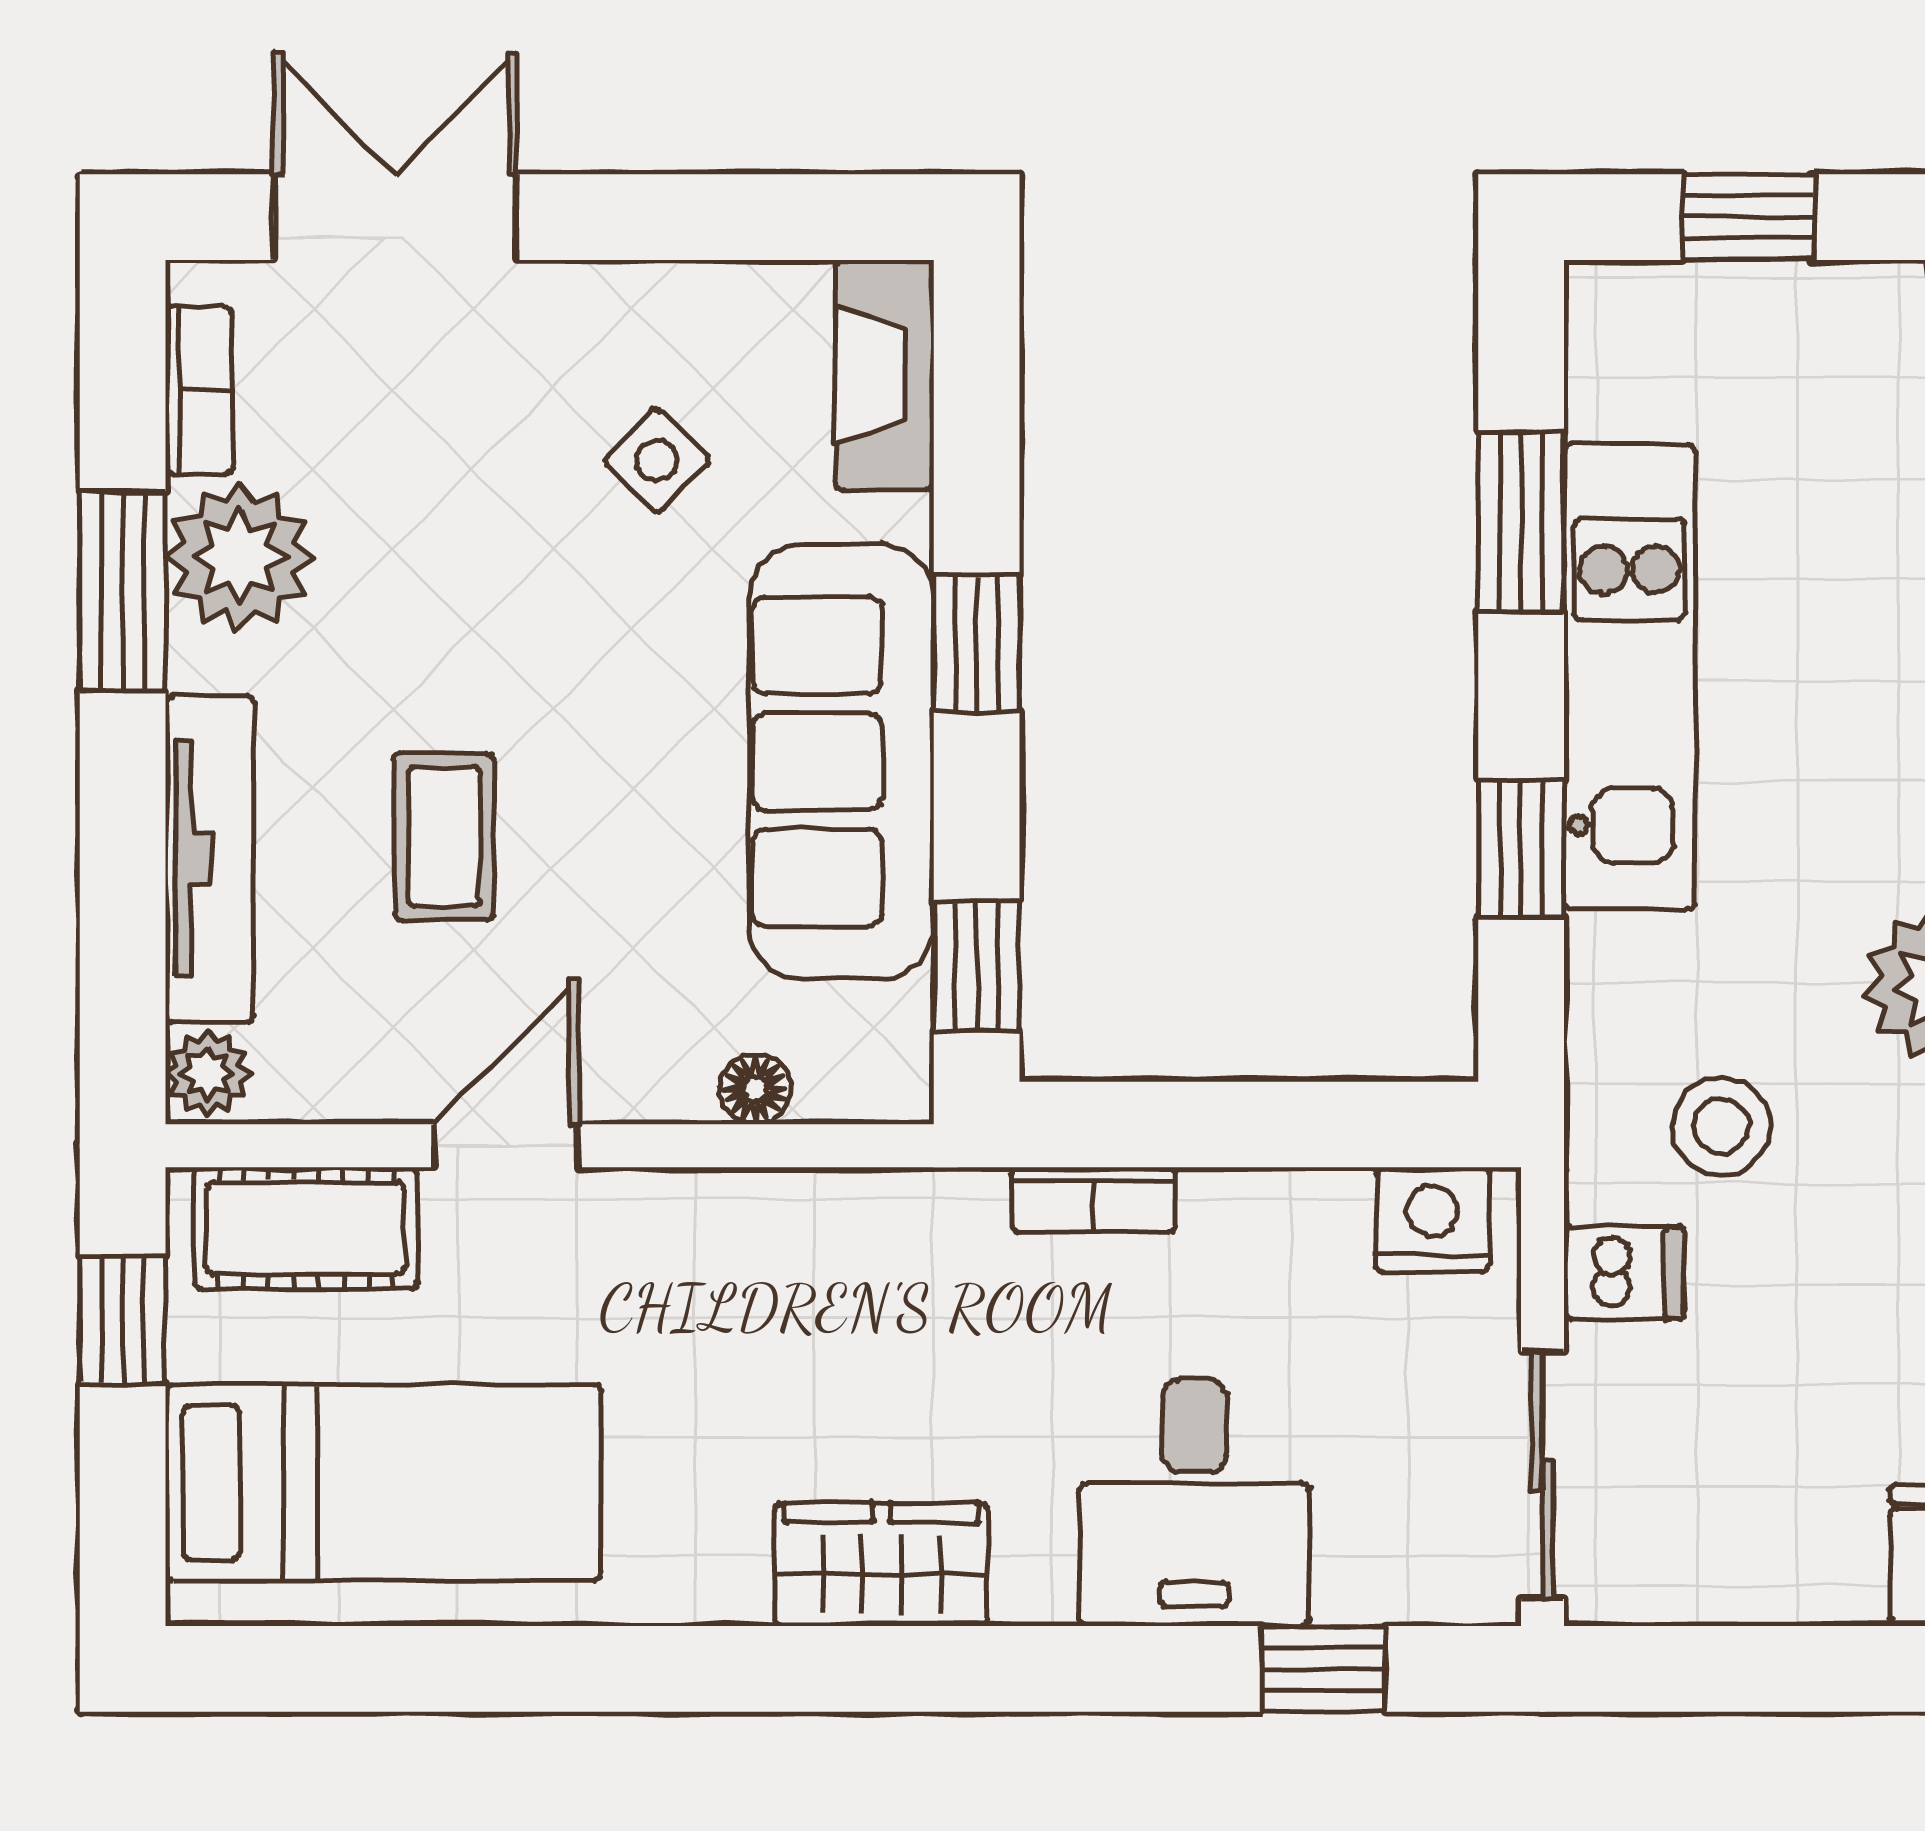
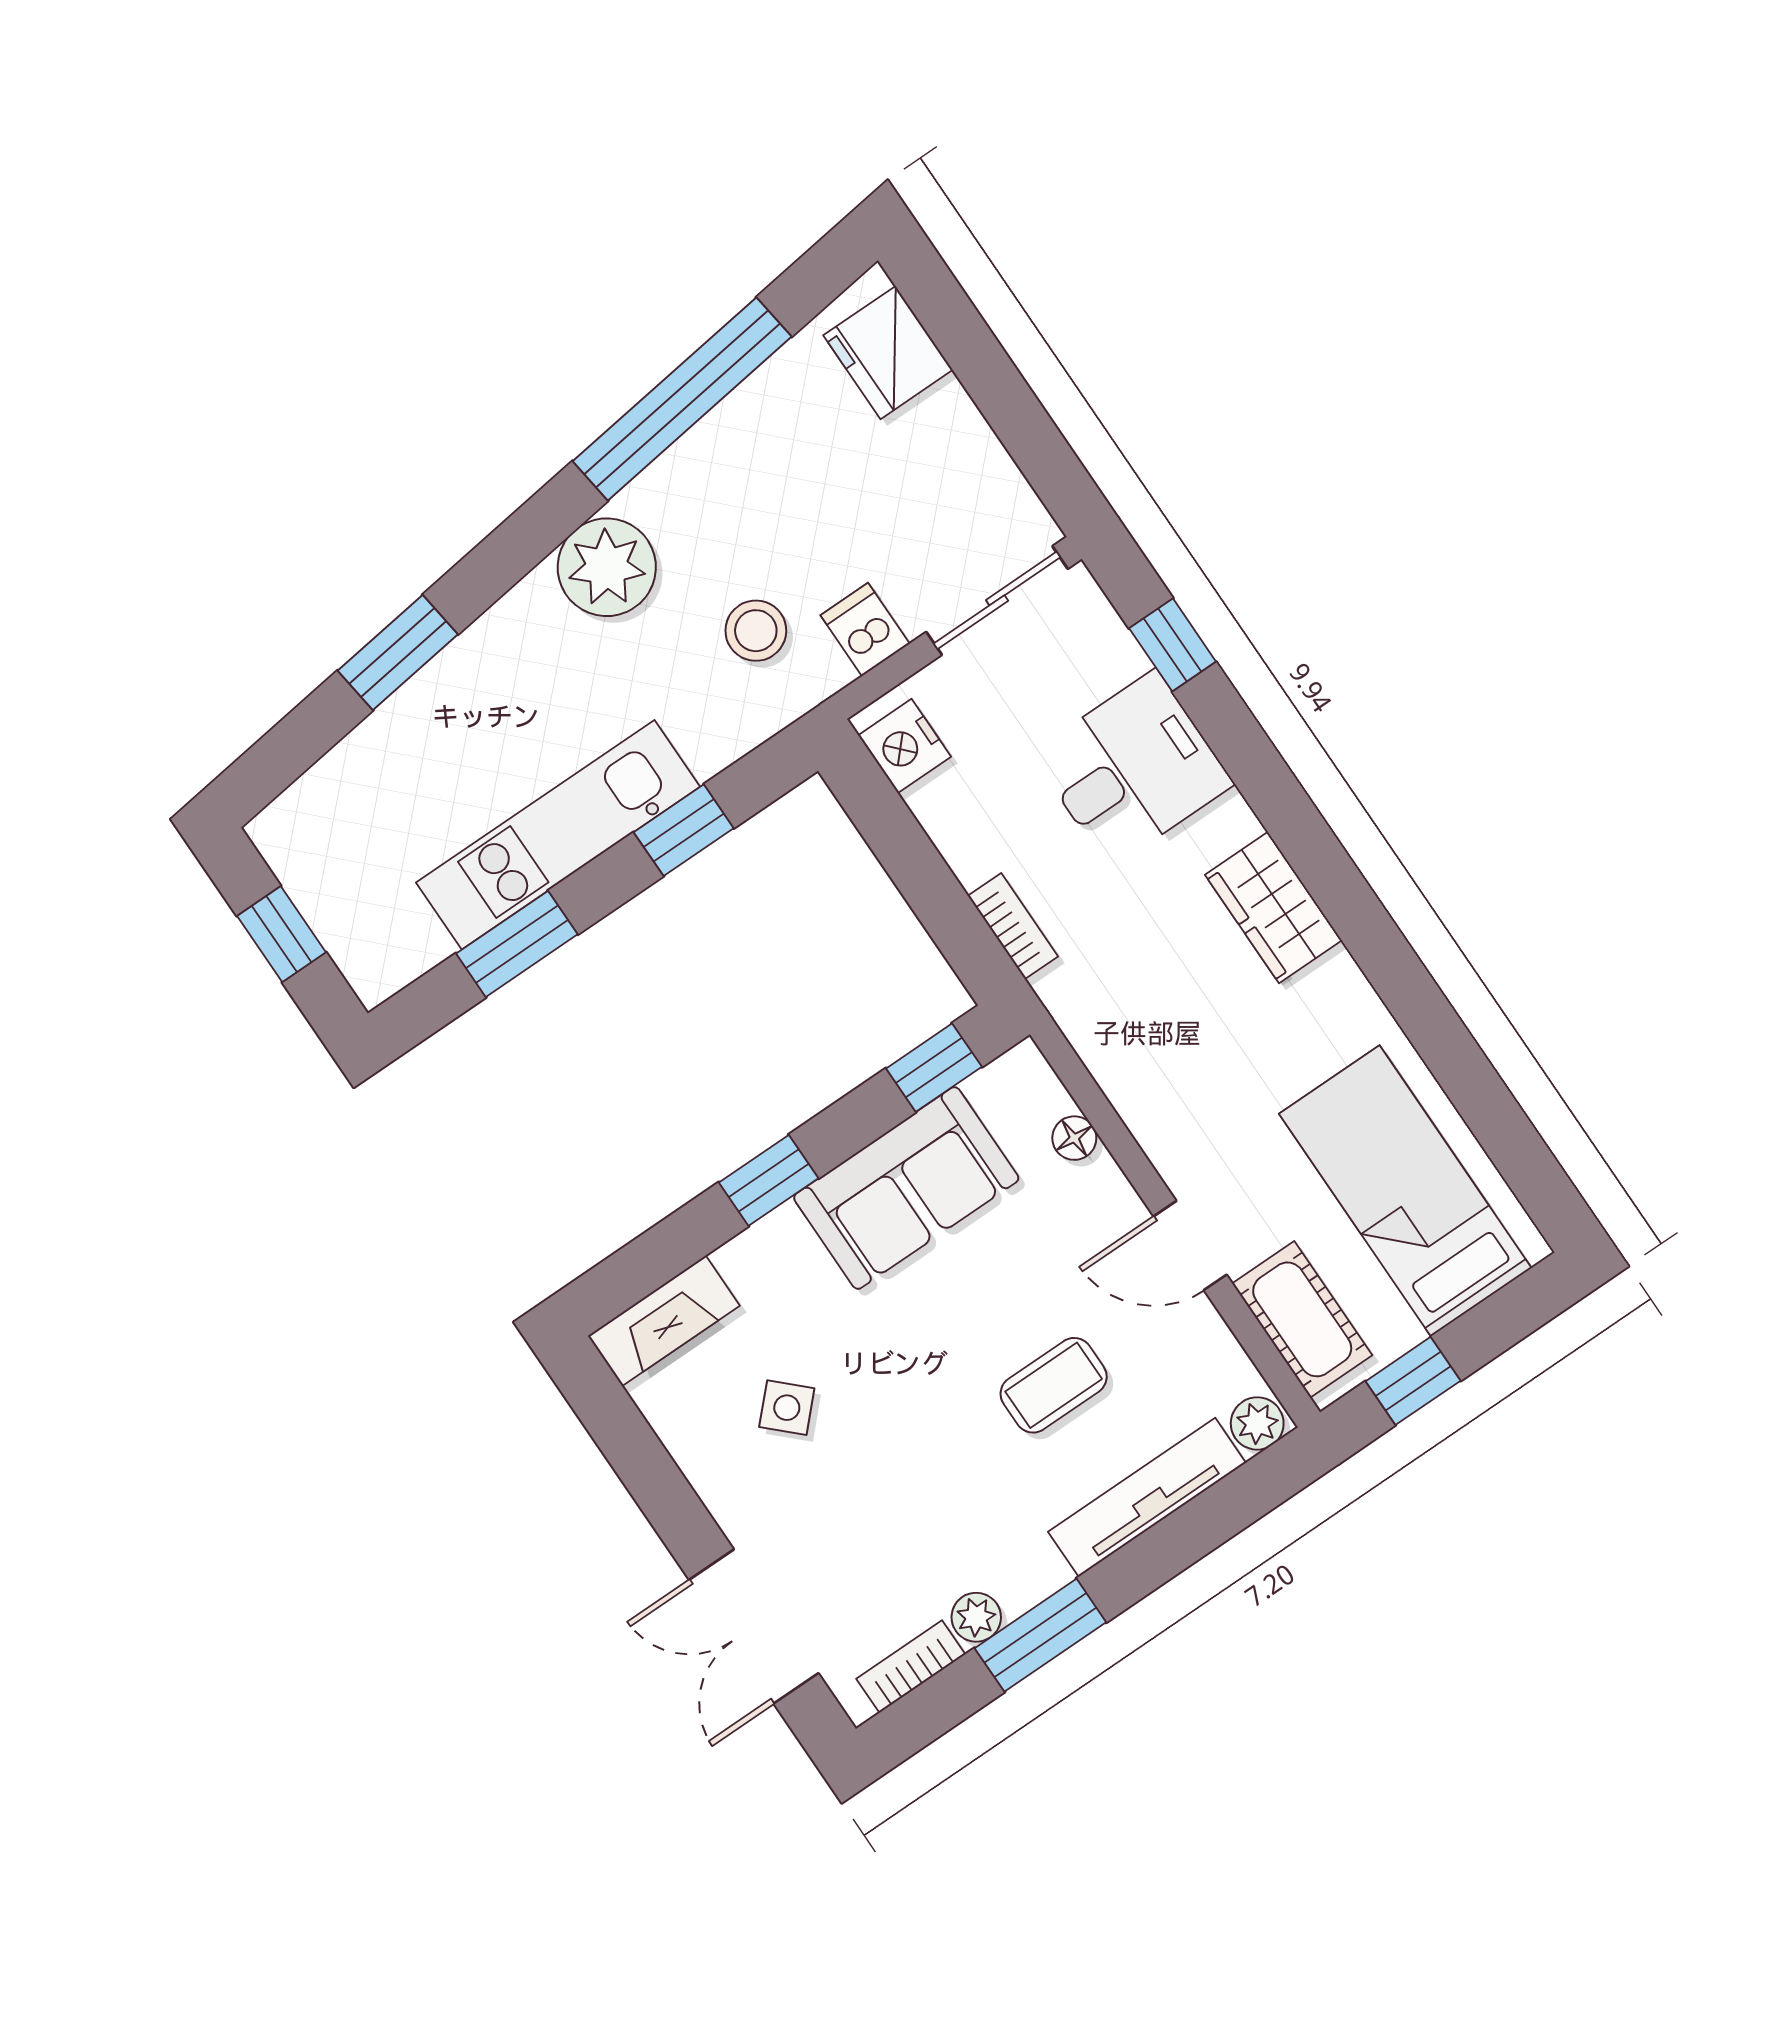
plant: (240, 557) -> (976, 1617), width x0.53, depth x0.53
sofa: (841, 762) -> (906, 1188), width x0.73

